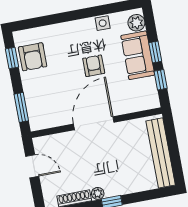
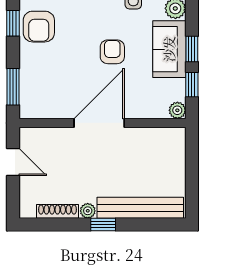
plant: (153, 102) -> (177, 110), added
bench: (161, 153) -> (140, 208), moved, turned 90

